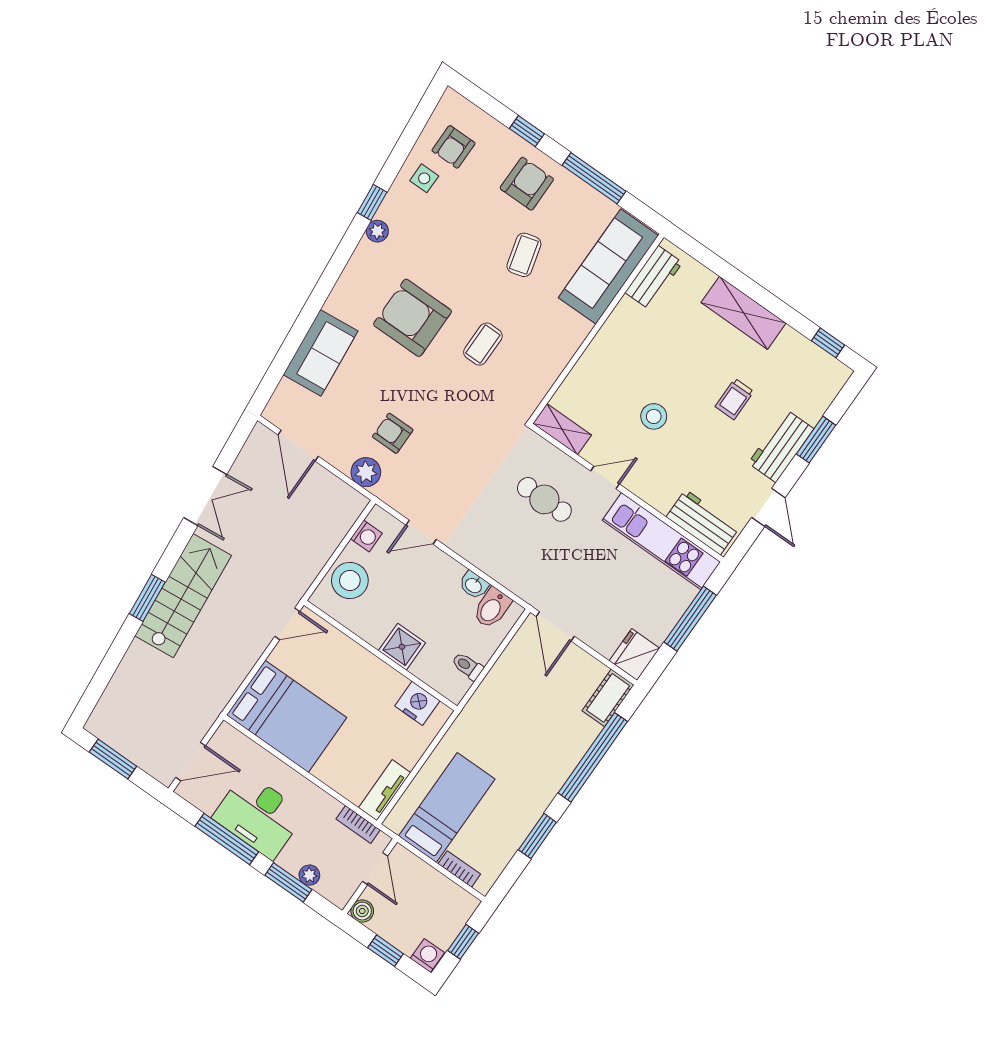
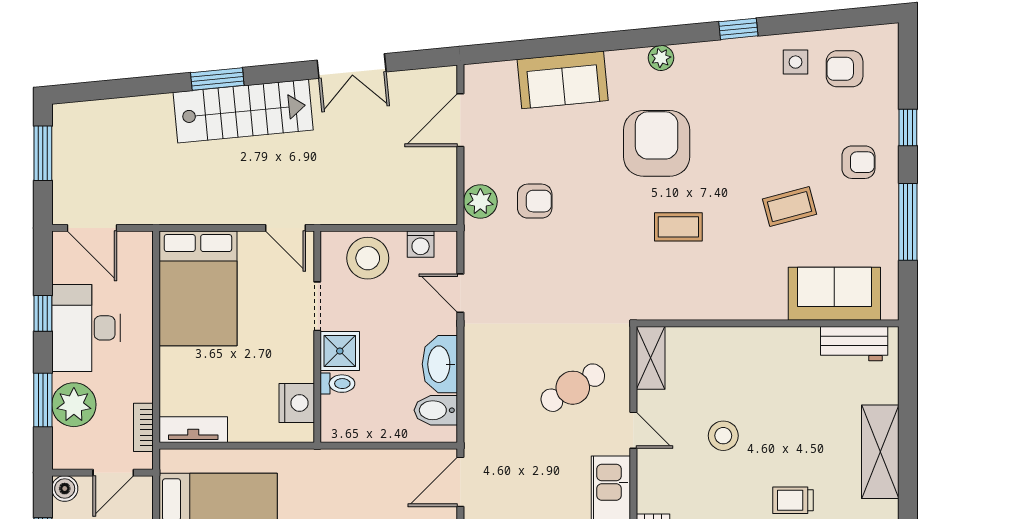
armchair: (527, 184) -> (858, 162), width x0.72, depth x0.72
plant: (377, 231) -> (661, 58), moved
sofa: (608, 267) -> (834, 294), width x0.73
armchair: (393, 433) -> (535, 201), turned 90
cafe table: (544, 499) -> (573, 388), turned 59
washbasin: (474, 585) -> (440, 364), width x1.91, depth x1.45
doorway: (359, 640) -> (317, 306), added
toilet: (467, 666) -> (337, 384), moved, turned 90
window: (227, 839) -> (43, 313), width x0.46
plant: (309, 875) -> (74, 405), width x1.88, depth x1.88

